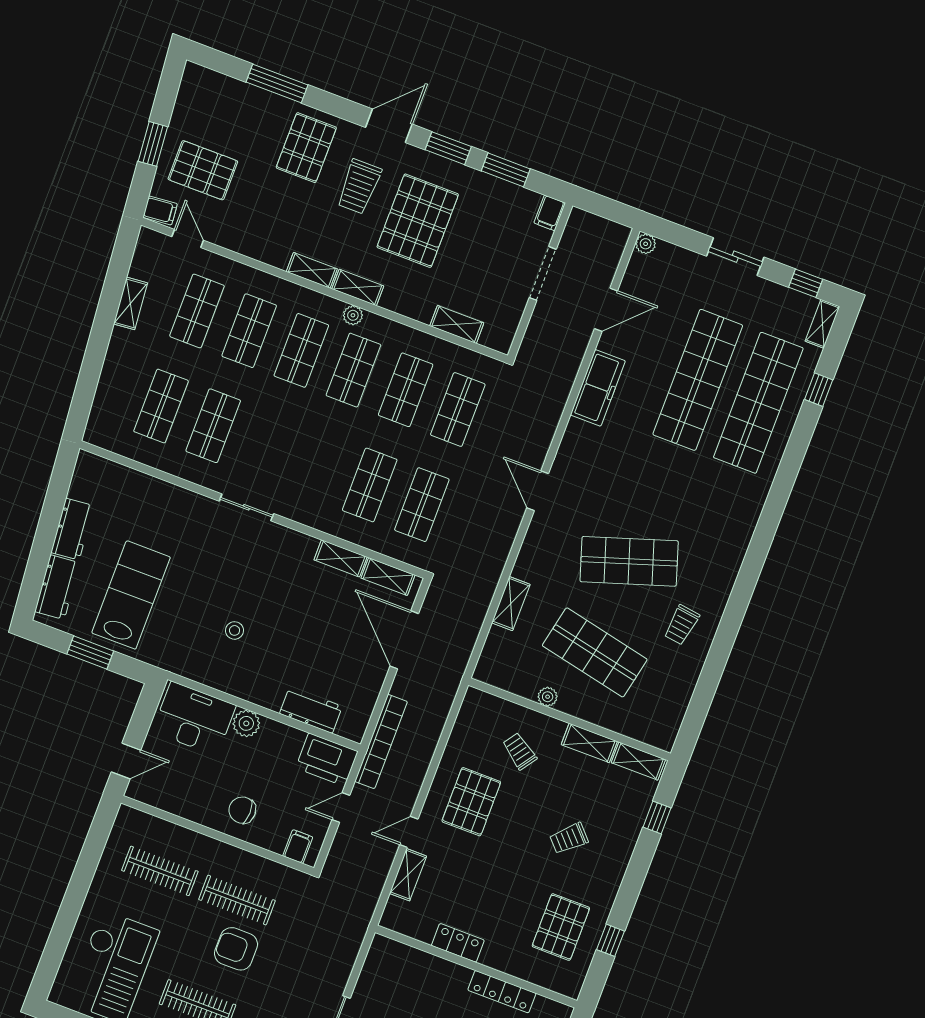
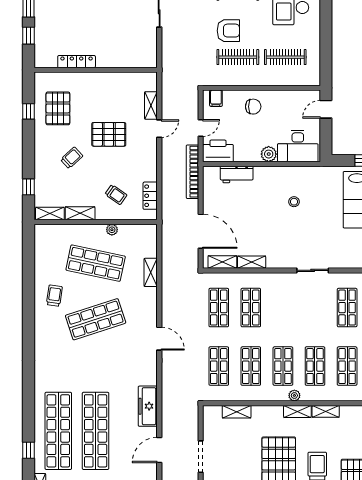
pallet: (471, 802) -> (109, 134), moved, turned 90
locker: (458, 943) -> (150, 196), moved, turned 90

